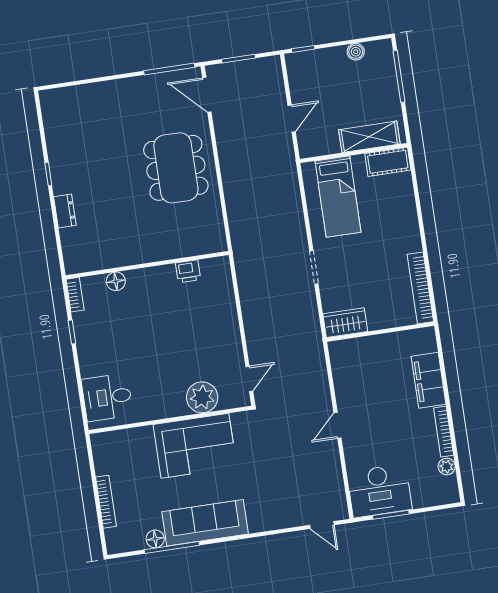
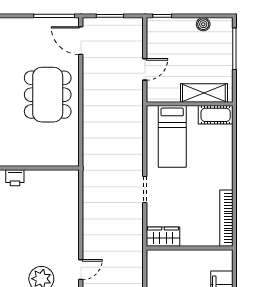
printer: (188, 271) -> (15, 178), moved

